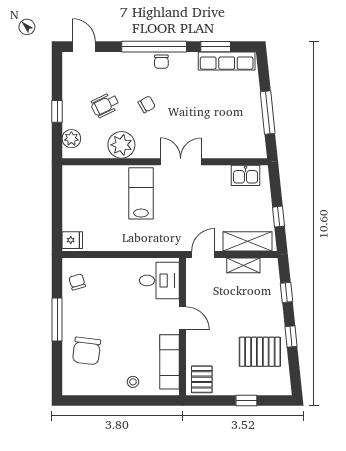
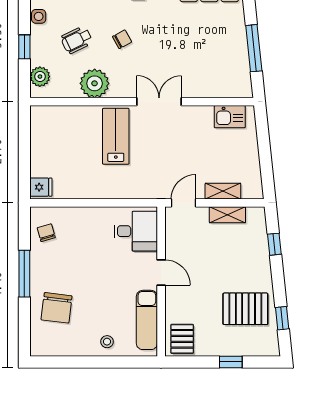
side table: (70, 83) -> (39, 16), added
window: (279, 217) -> (266, 162), removed
shelving: (247, 241) -> (223, 191), width x0.67, depth x0.75
window: (291, 337) -> (282, 318), moved

